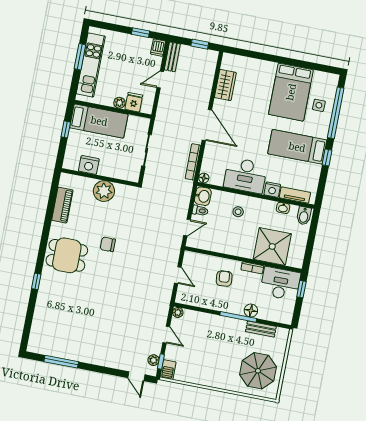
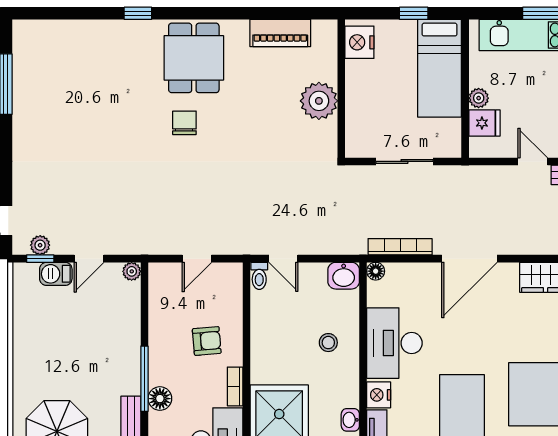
nightstand: (89, 165) -> (359, 42), moved
toilet: (200, 211) -> (259, 276), moved
chair: (108, 244) -> (184, 123), moved
barbecue: (168, 370) -> (56, 274), moved

